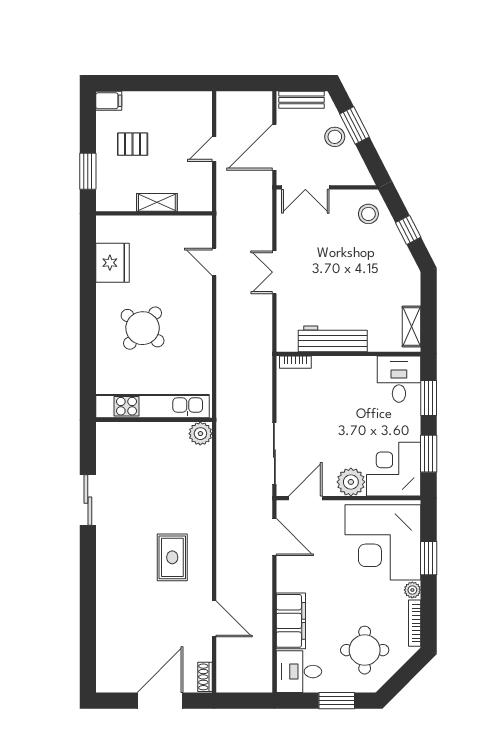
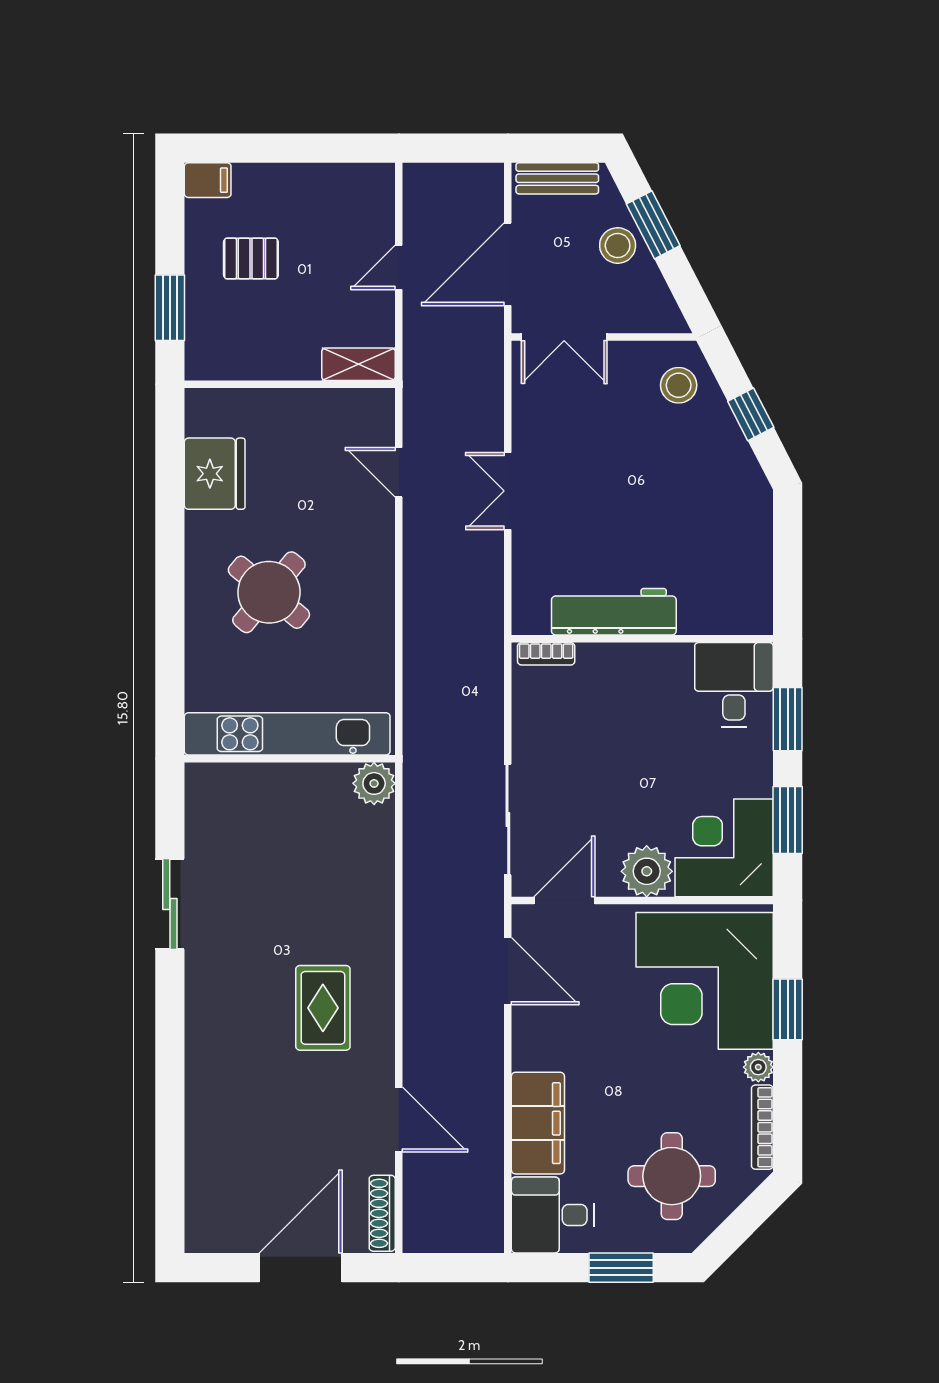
shelving: (157, 202) -> (359, 364), moved
shelving: (411, 326) -> (757, 589), removed
shoe rack: (205, 677) -> (382, 1213), width x1.43

